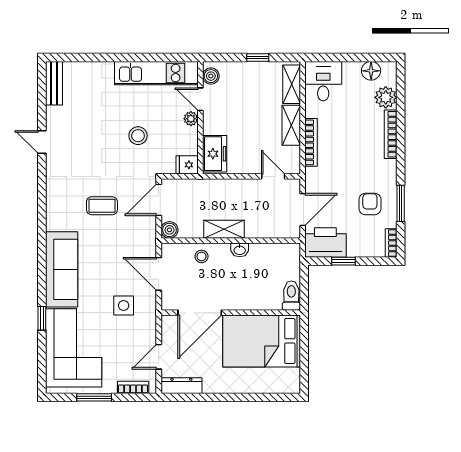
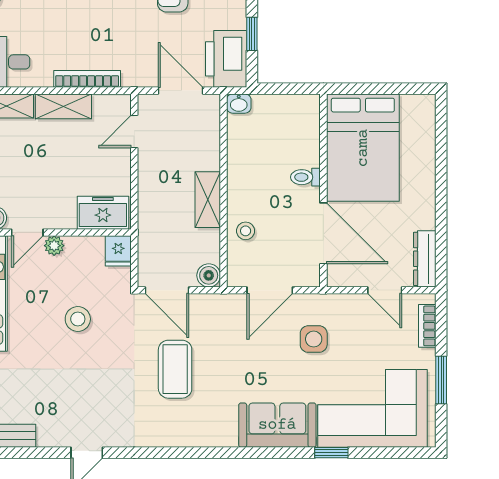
coffee table: (102, 206) -> (175, 369), width x1.36, depth x1.30
washbasin: (240, 250) -> (239, 104), moved, turned 90
sofa: (62, 269) -> (277, 425), width x0.73
toilet: (291, 296) -> (305, 177), moved, width x0.73, depth x0.72

